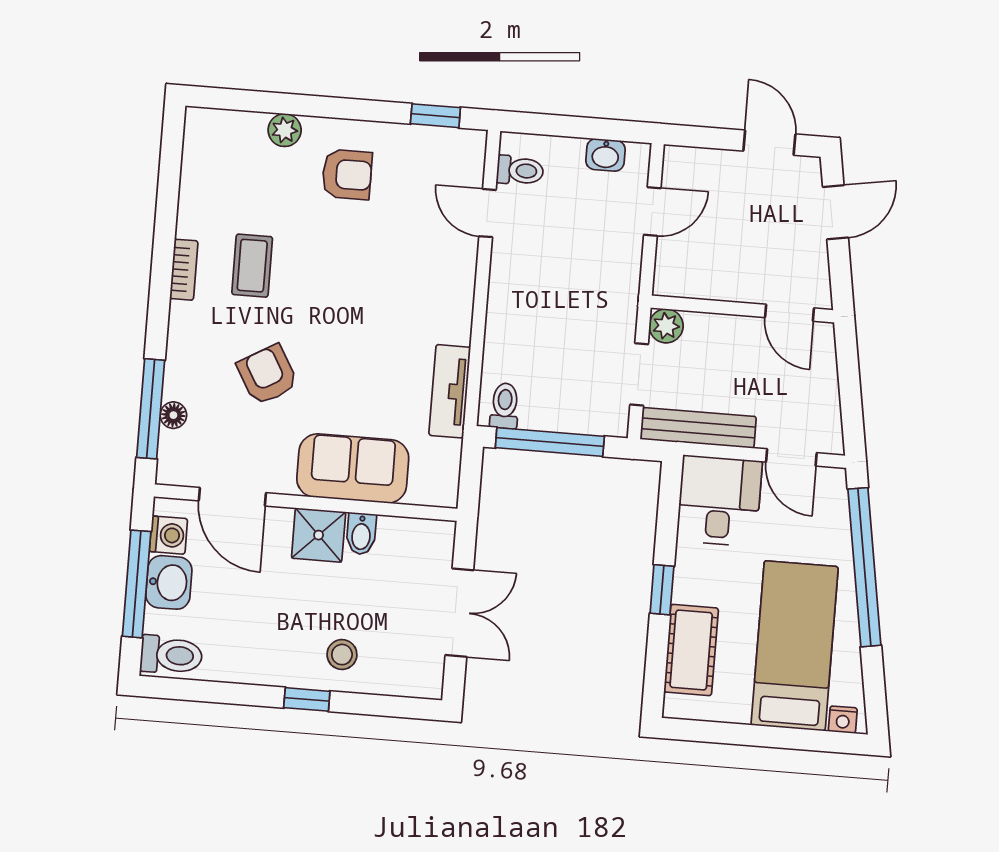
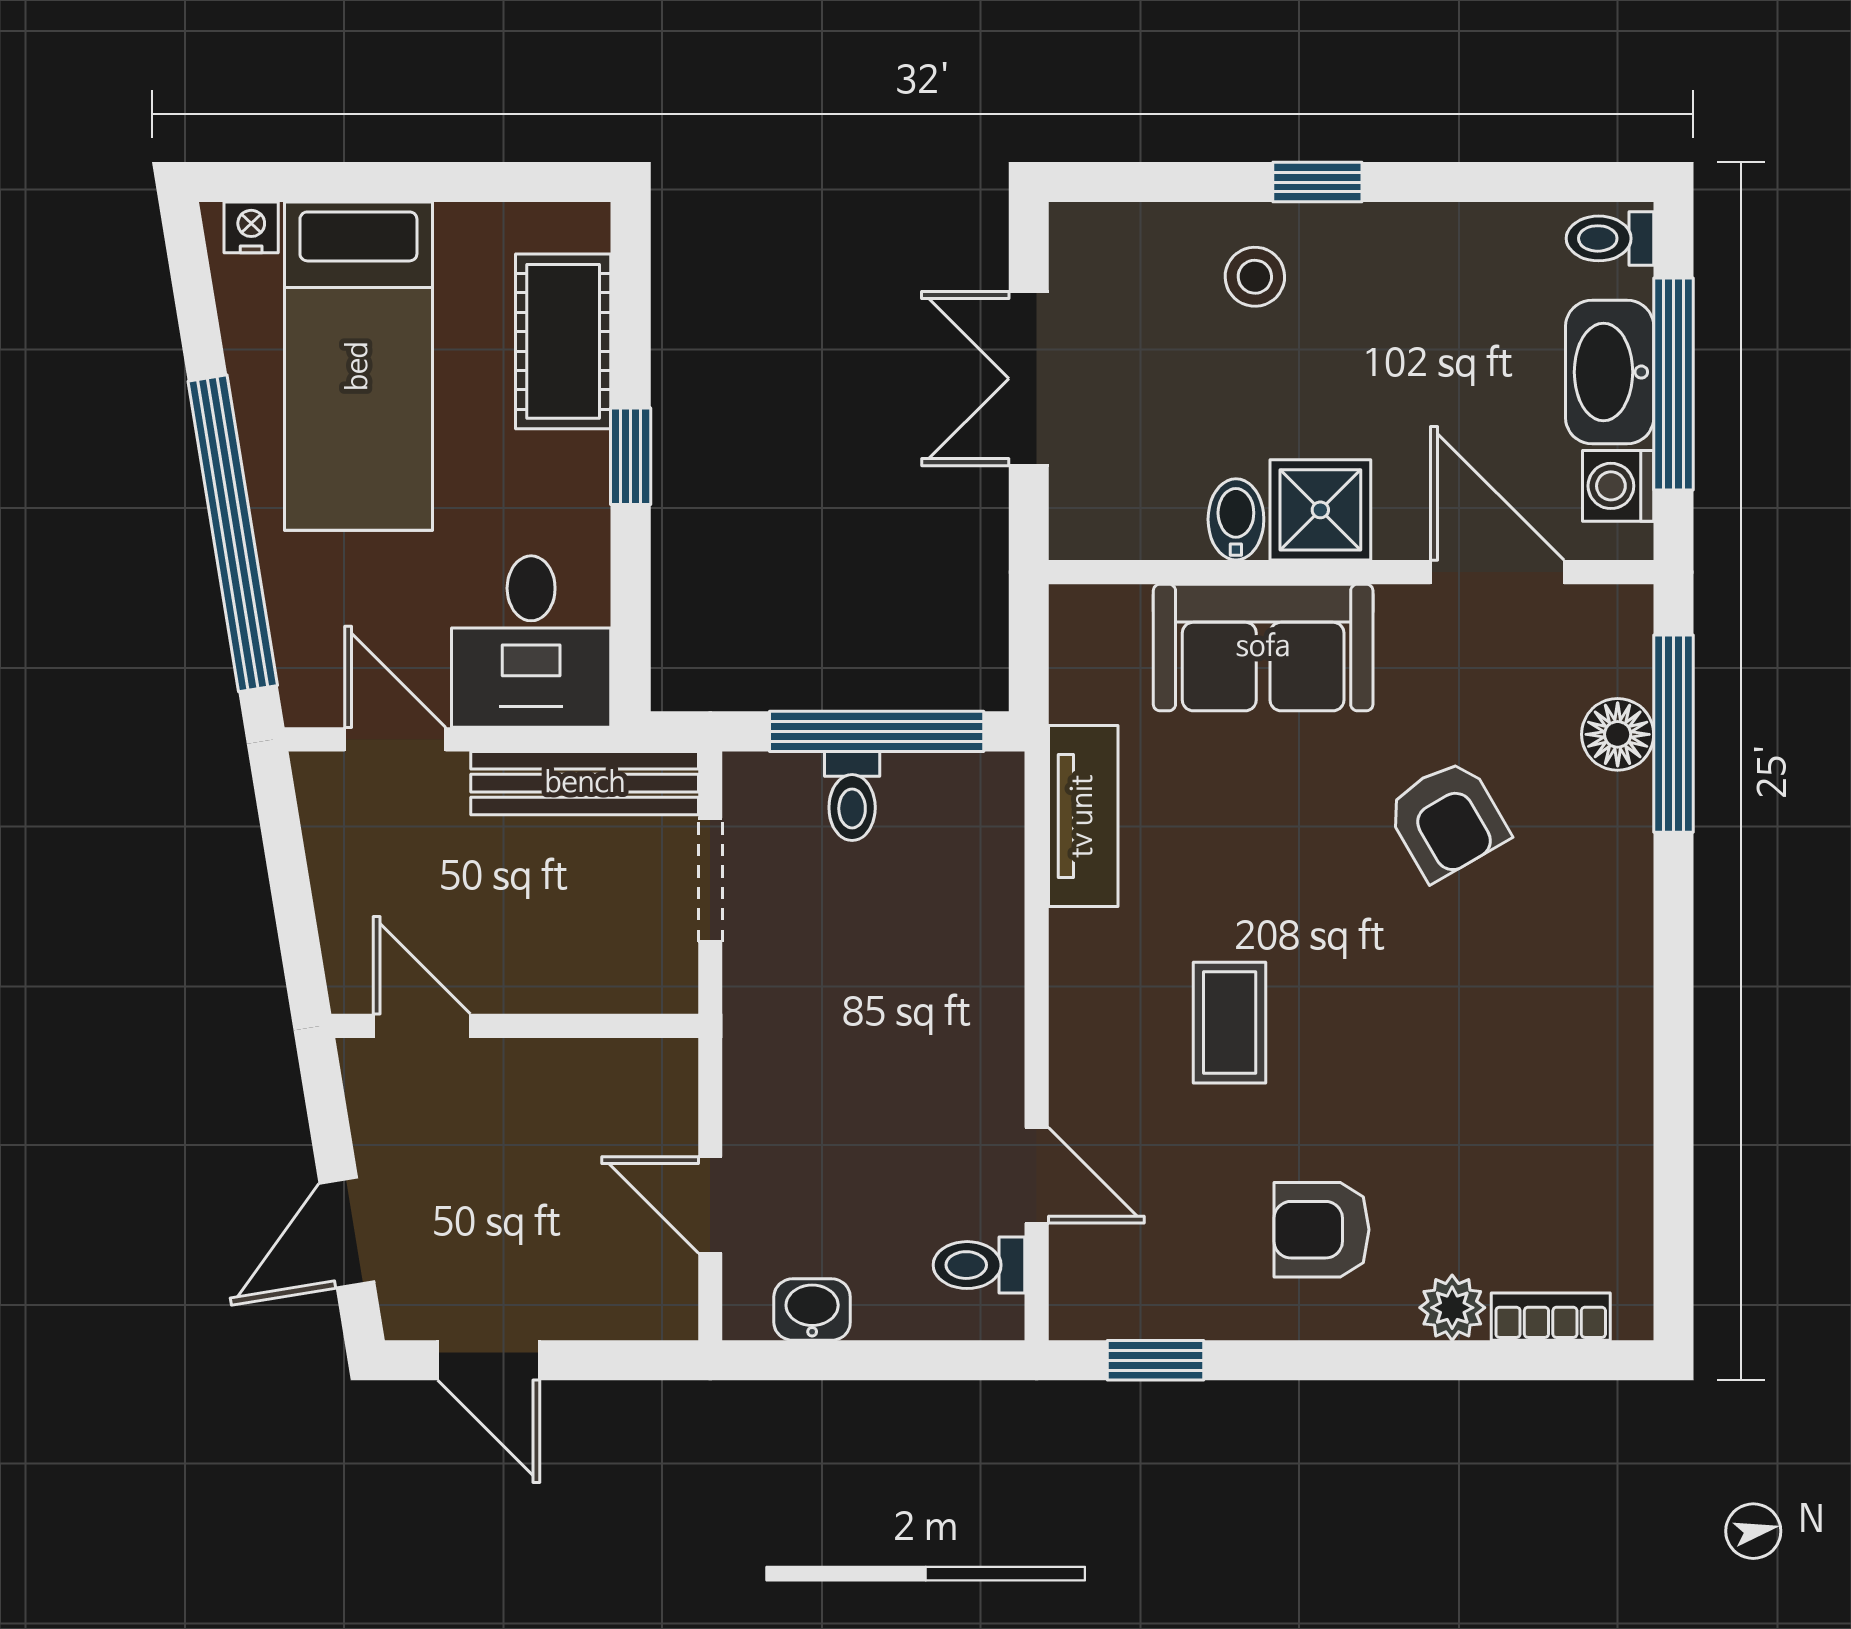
door: (652, 212) -> (710, 1205), hinge flipped
coffee table: (252, 266) -> (1230, 1023), moved
bookcase: (184, 270) -> (1551, 1317), moved, turned 90
plant: (666, 326) -> (664, 980), removed
toilet: (505, 406) -> (852, 796), moved
floor lamp: (173, 415) -> (1618, 734), width x1.37, depth x1.37
washbasin: (169, 582) -> (1610, 372), width x1.38
toilet: (171, 655) -> (1610, 238), width x0.73, depth x0.72

